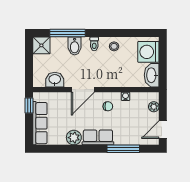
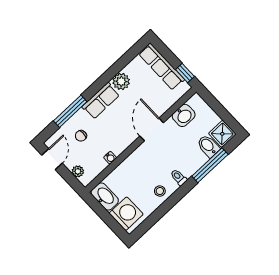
bidet: (75, 46) -> (208, 146), moved
chair: (108, 106) -> (81, 136), moved

